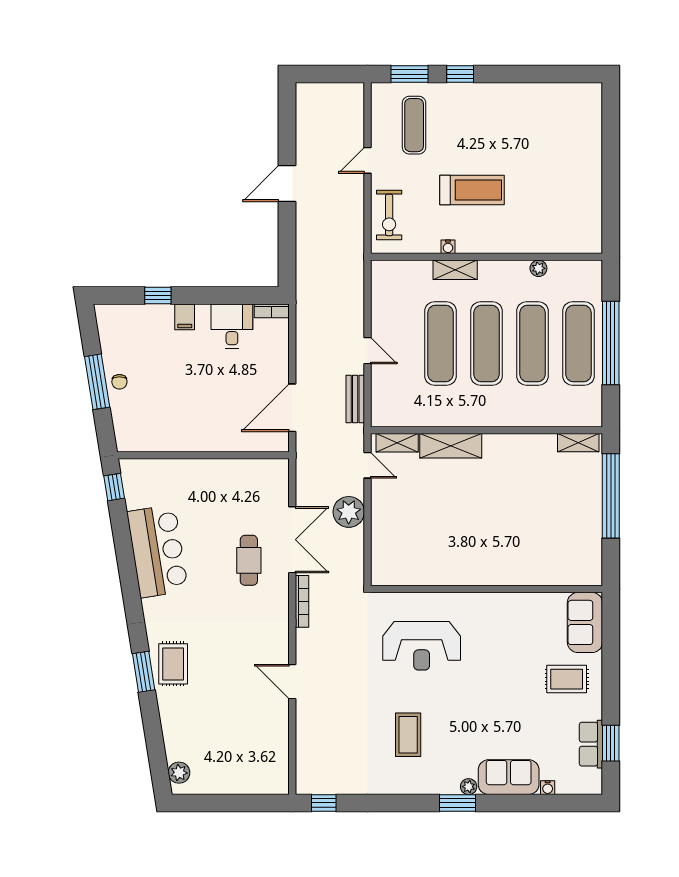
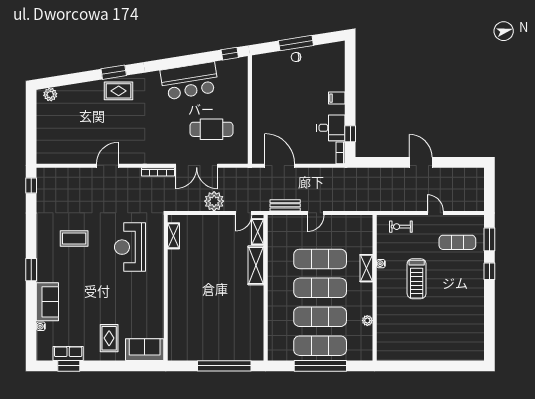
exercise bike: (389, 215) -> (401, 227), width x0.73, depth x0.72
window: (158, 295) -> (350, 134), moved
shelving: (578, 443) -> (174, 236), moved
cafe table: (249, 560) -> (211, 129), moved, width x1.37, depth x1.35
plant: (469, 787) -> (41, 277), removed

